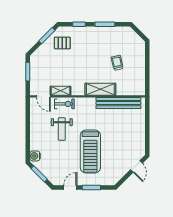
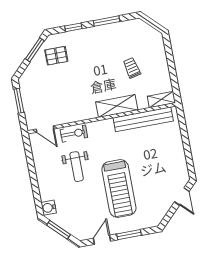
shelving: (61, 91) -> (161, 100), moved

